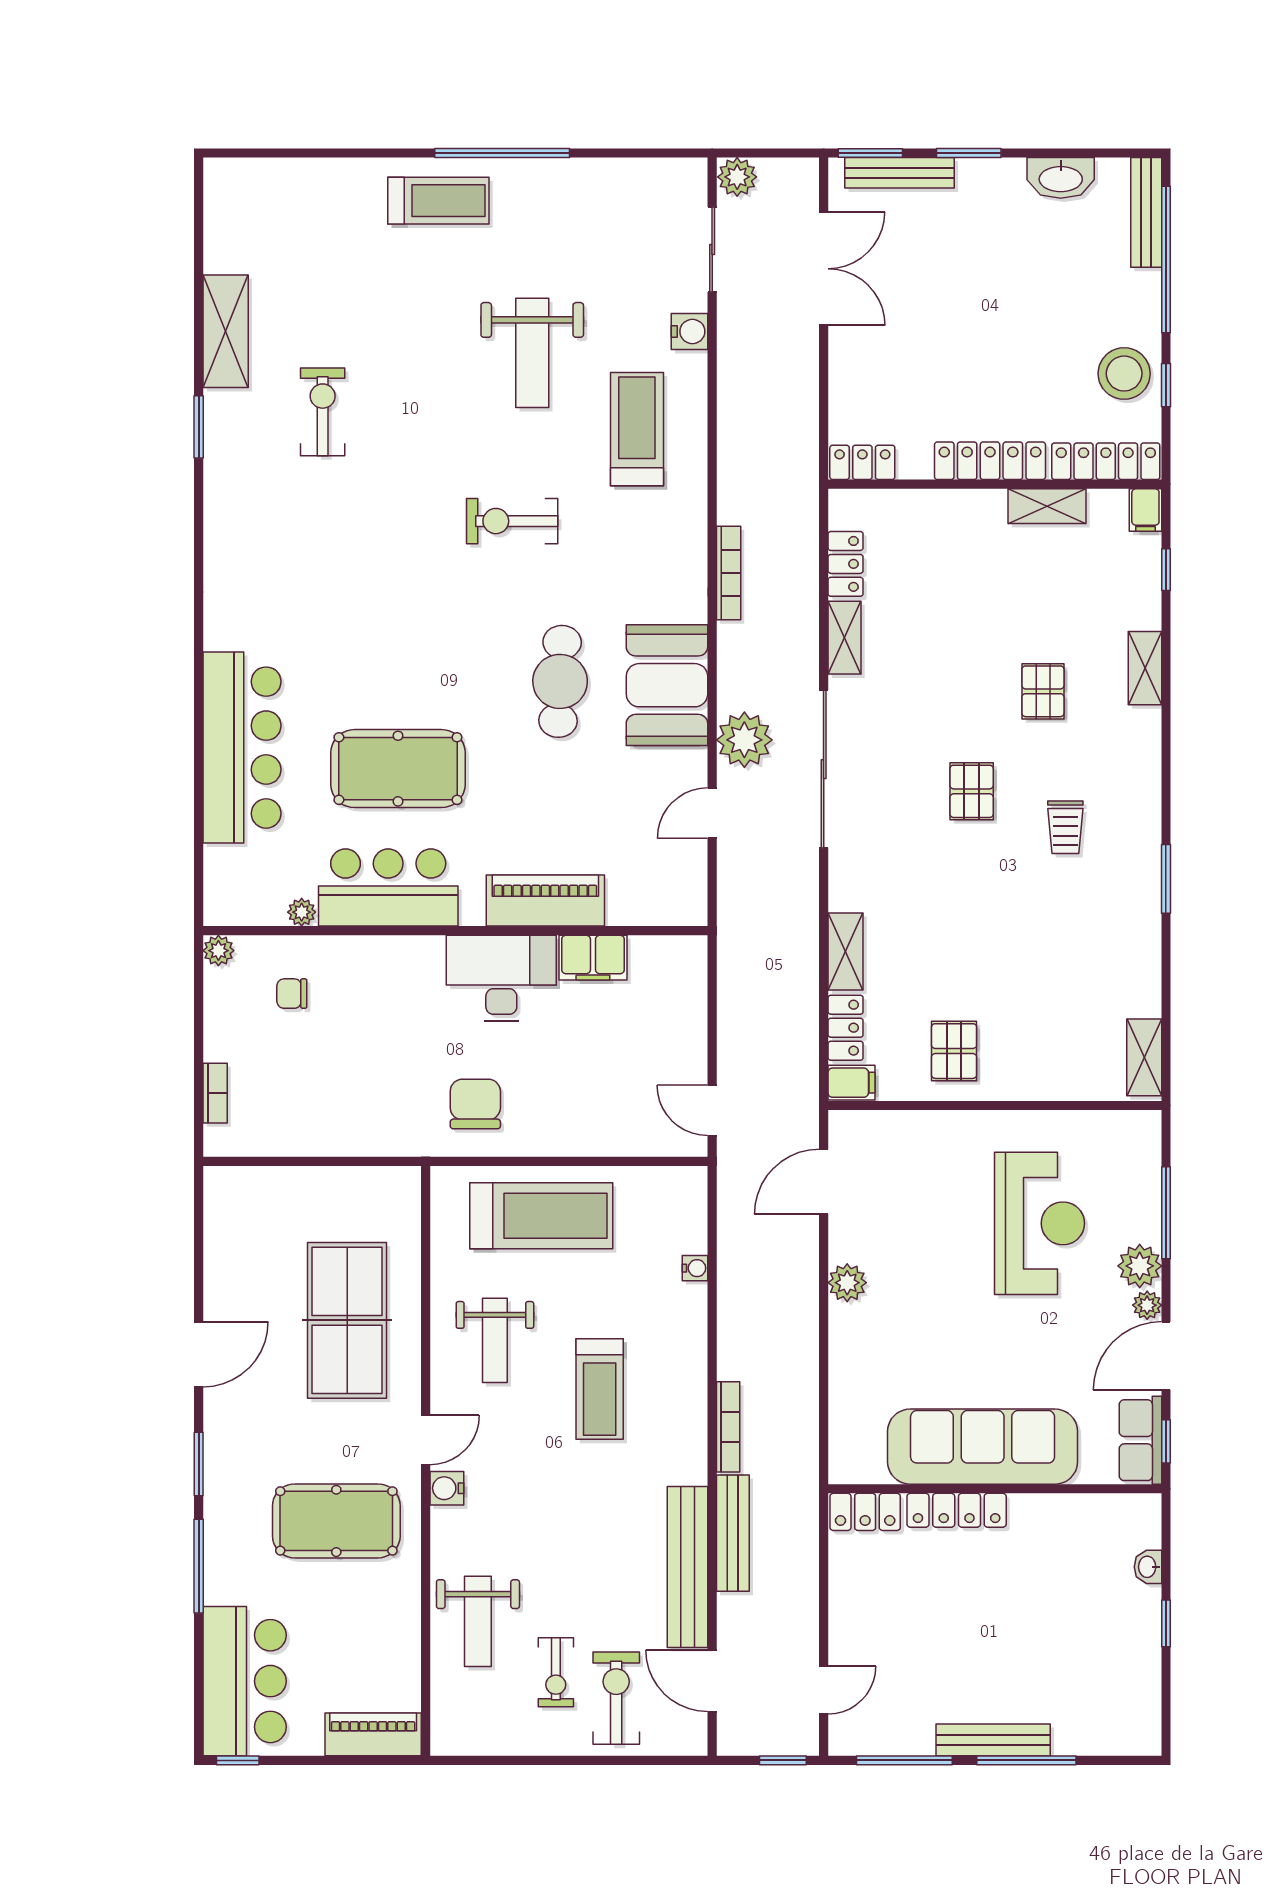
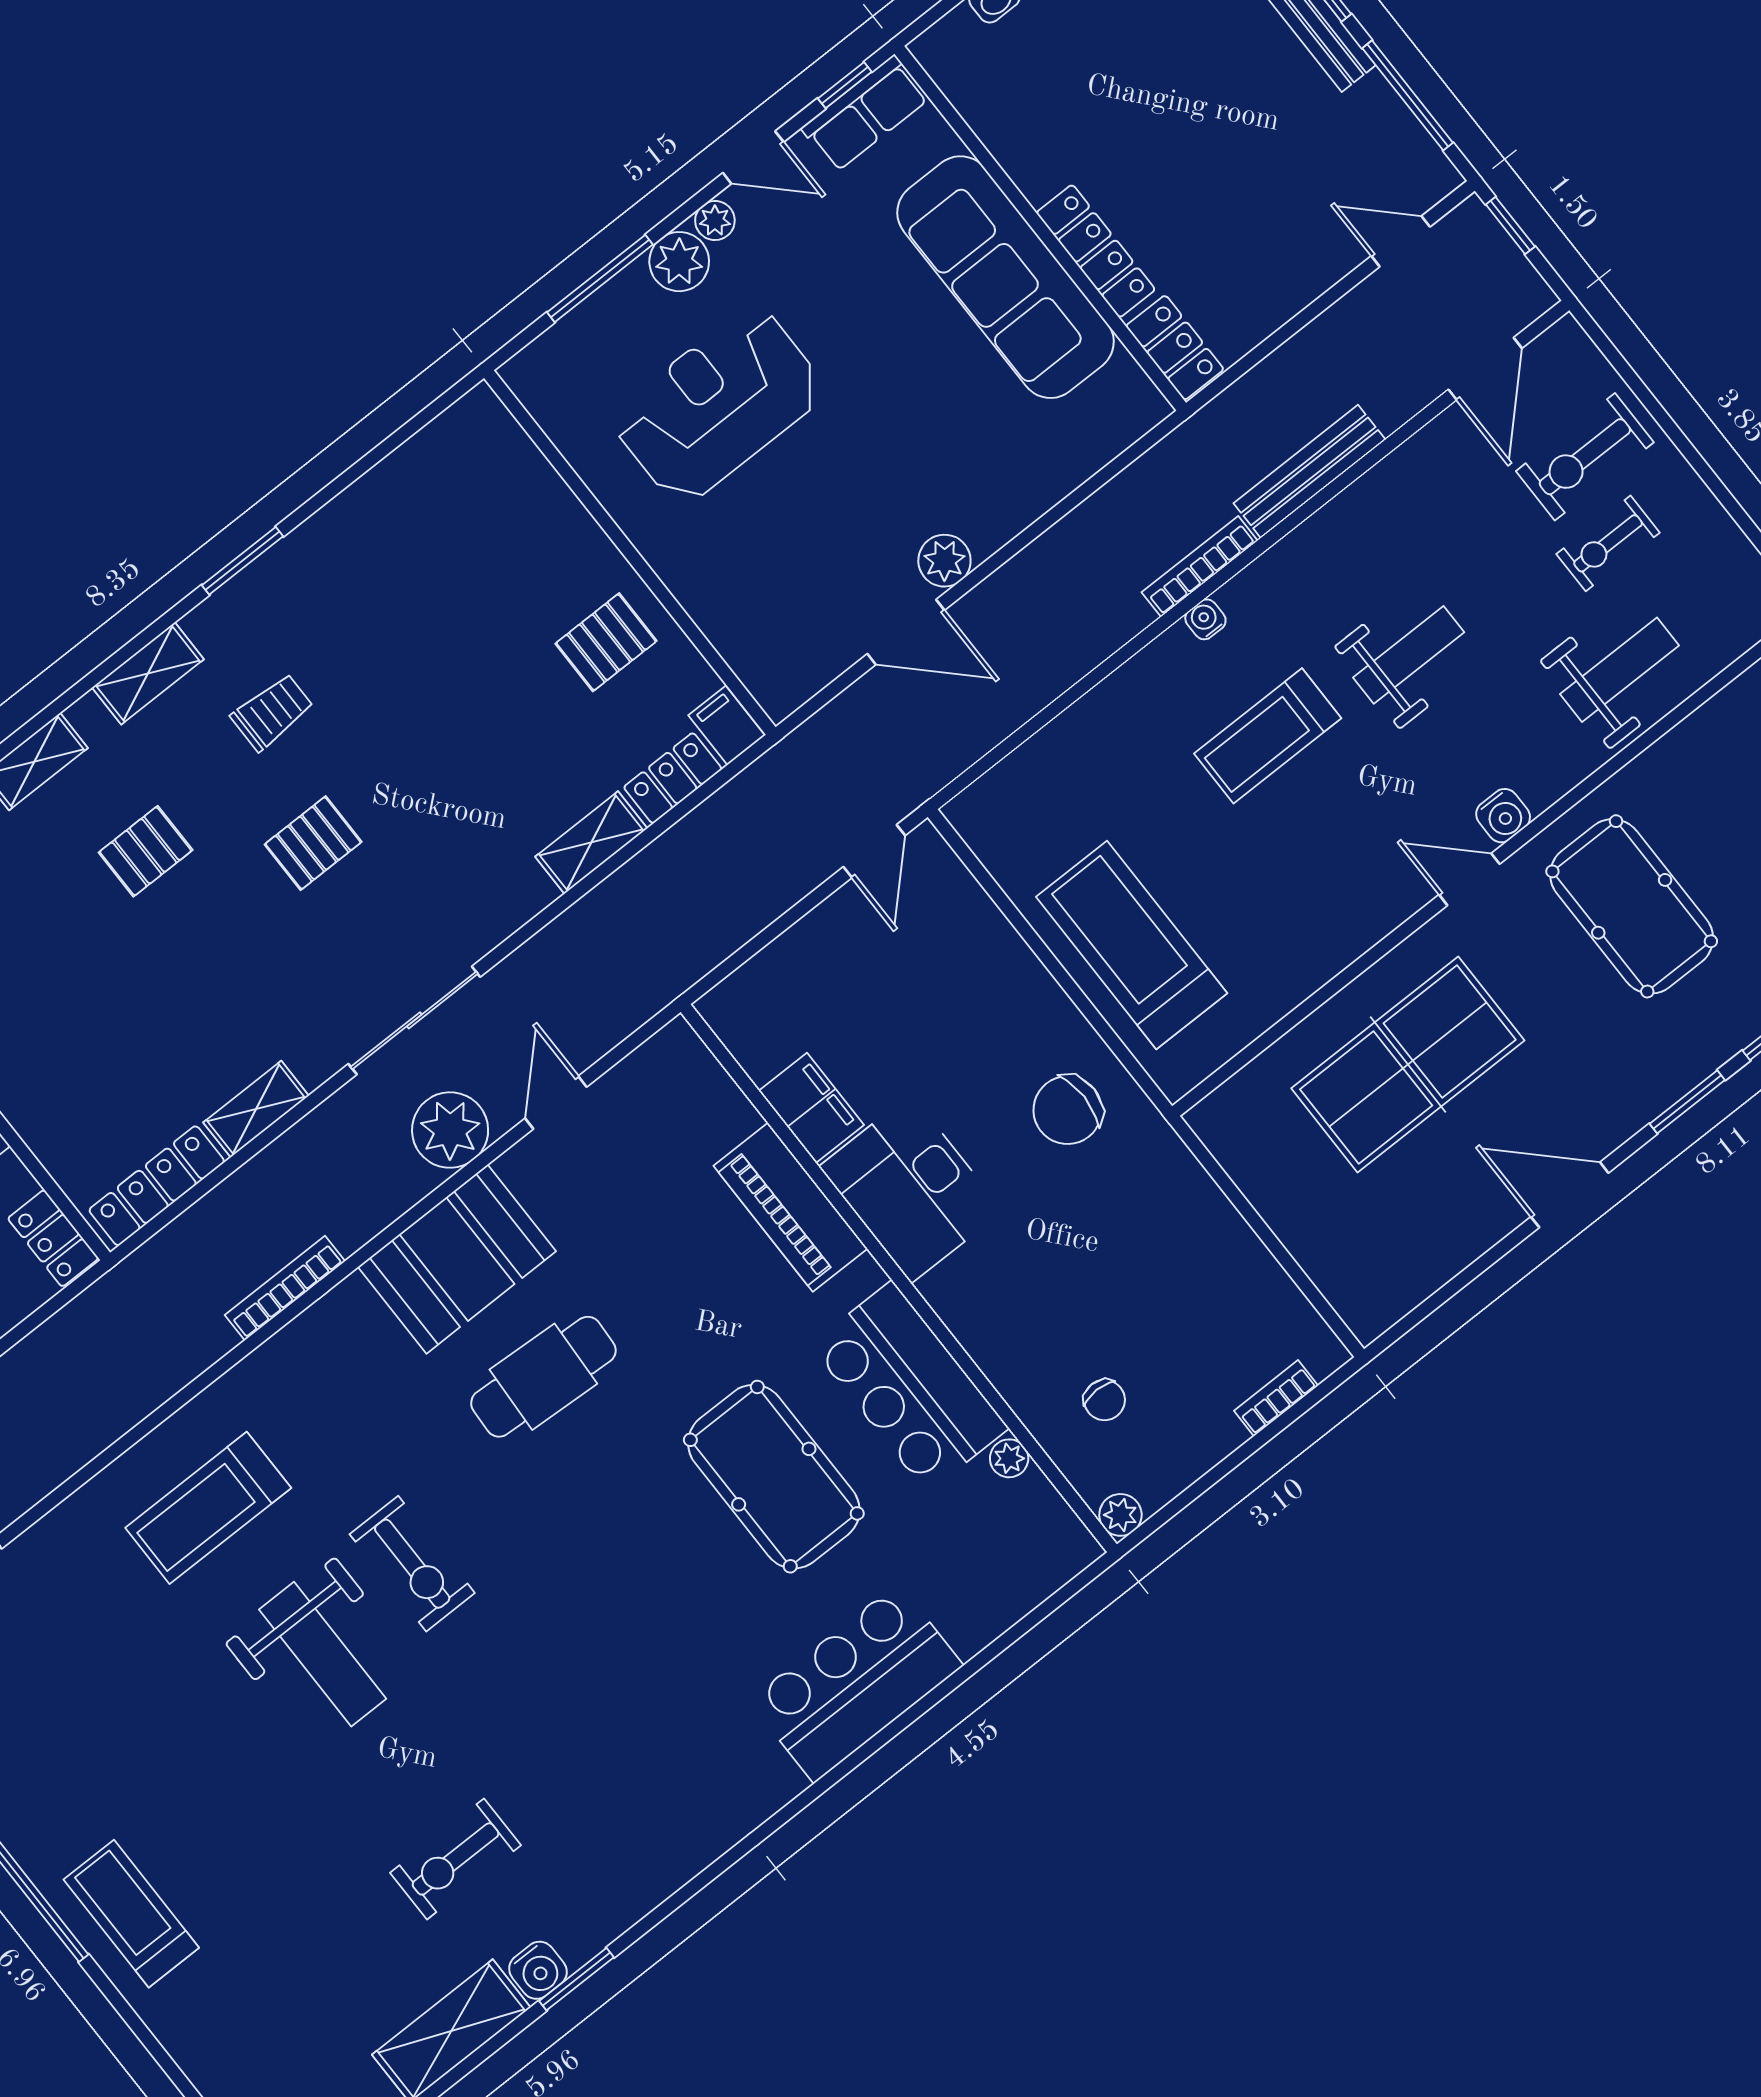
water cooler: (689, 331) -> (538, 1970), moved, turned 180
weight bench: (532, 353) -> (323, 1654), moved, turned 90
locker: (846, 564) -> (157, 1186), width x1.53
bar counter: (242, 748) -> (856, 1683), width x0.73
sliding door: (824, 769) -> (414, 1020), width x0.73
door: (712, 813) -> (556, 1103), swing flipped
shelving: (1144, 1057) -> (148, 673), moved
door: (824, 1182) -> (906, 632), moved
water cooler: (695, 1268) -> (1205, 619), moved
weight bench: (495, 1340) -> (1409, 655), moved
door: (1166, 1356) -> (753, 157), width x0.73
treadmill: (600, 1389) -> (1268, 736), turned 180
bench: (688, 1567) -> (1384, 491), removed
exercise bike: (556, 1672) -> (1608, 543), turned 180

